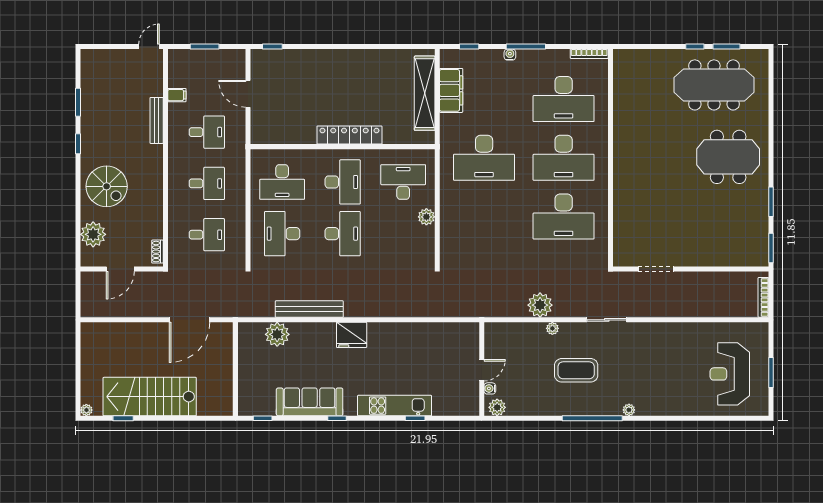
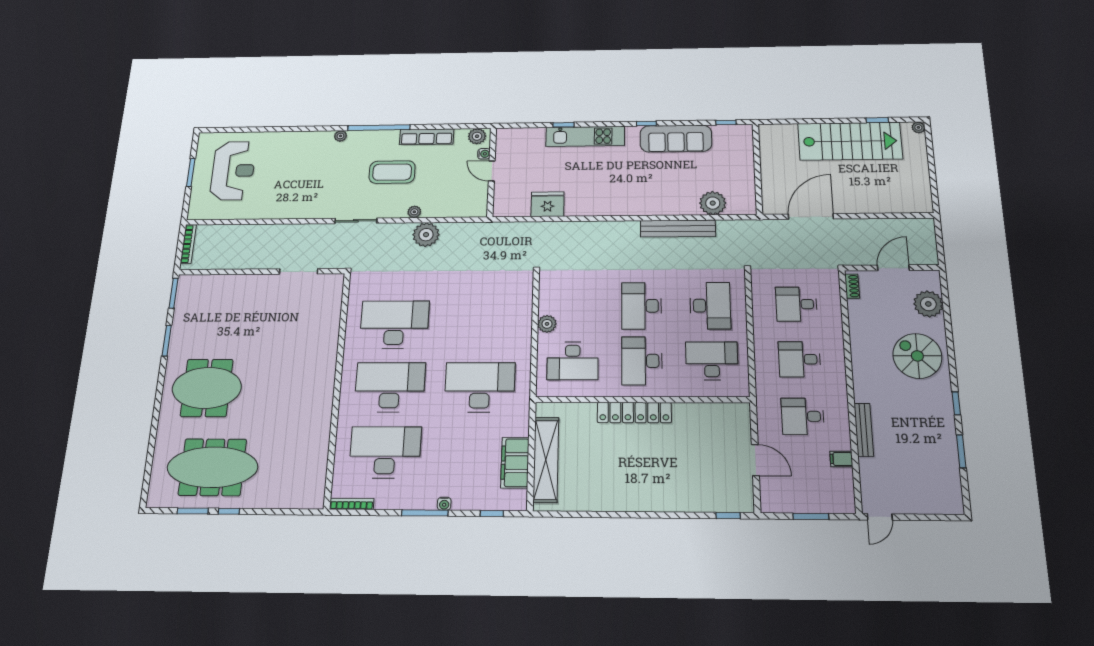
fridge: (352, 335) -> (548, 204), moved
door: (482, 370) -> (492, 171), hinge flipped
row of seats: (545, 408) -> (427, 137), added

